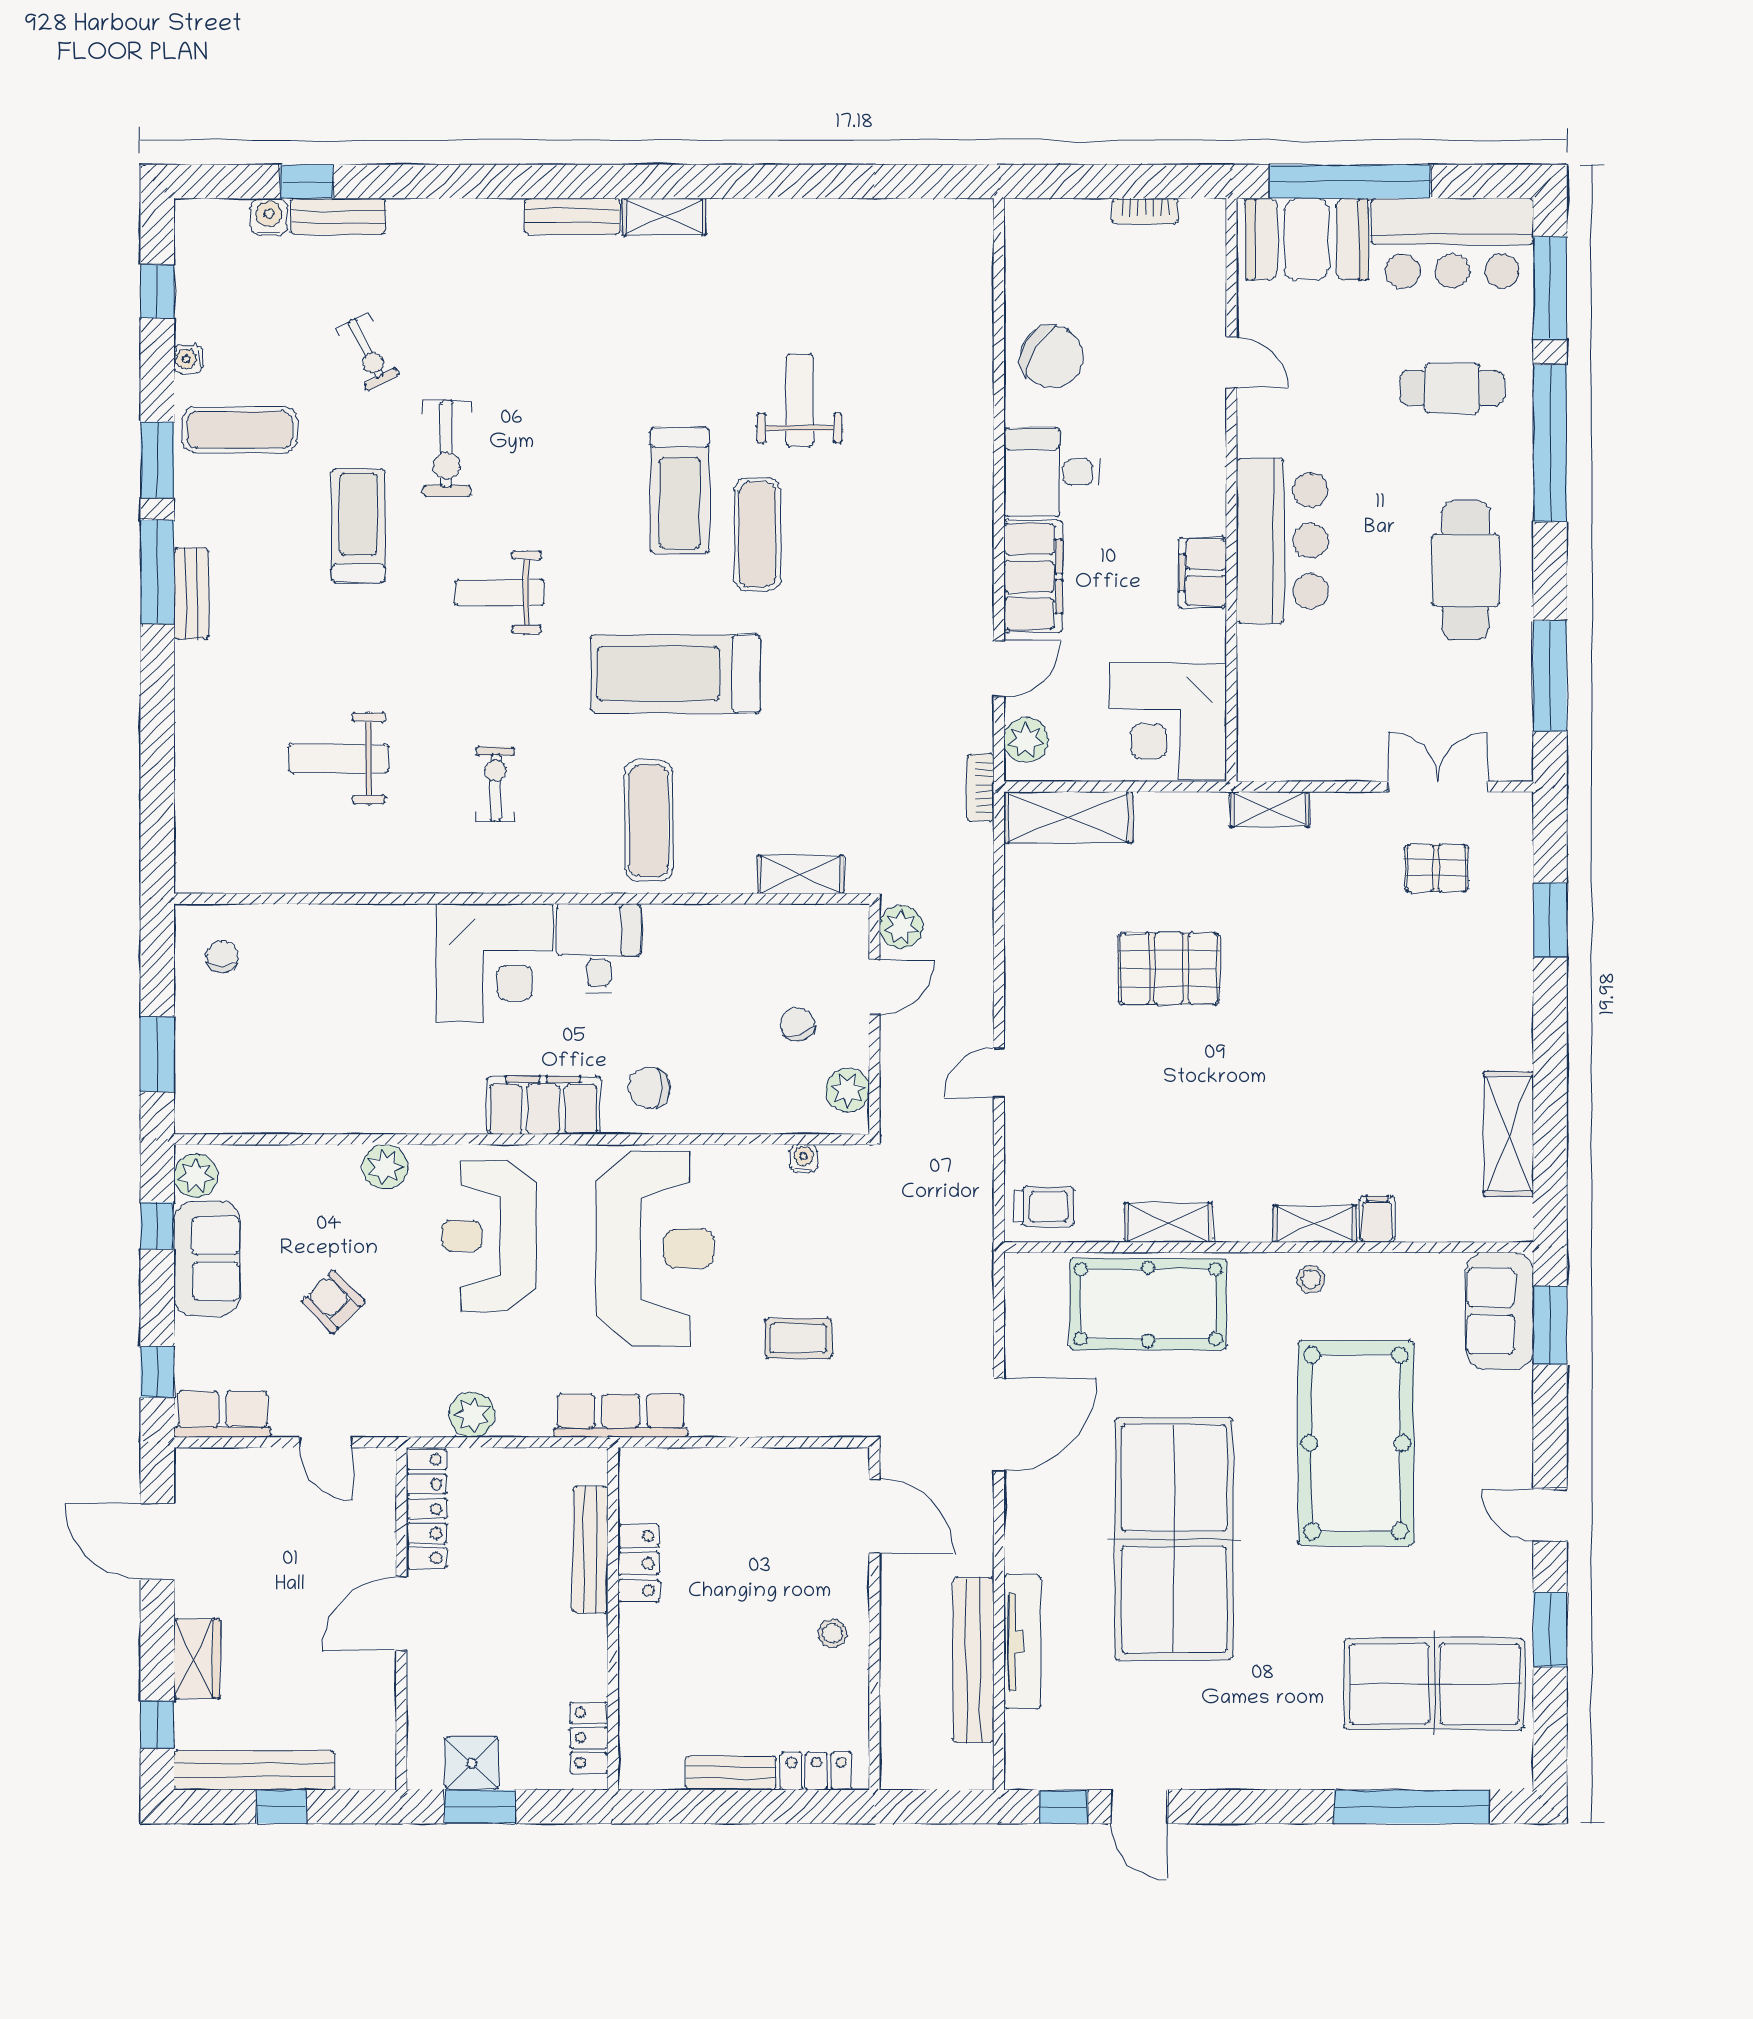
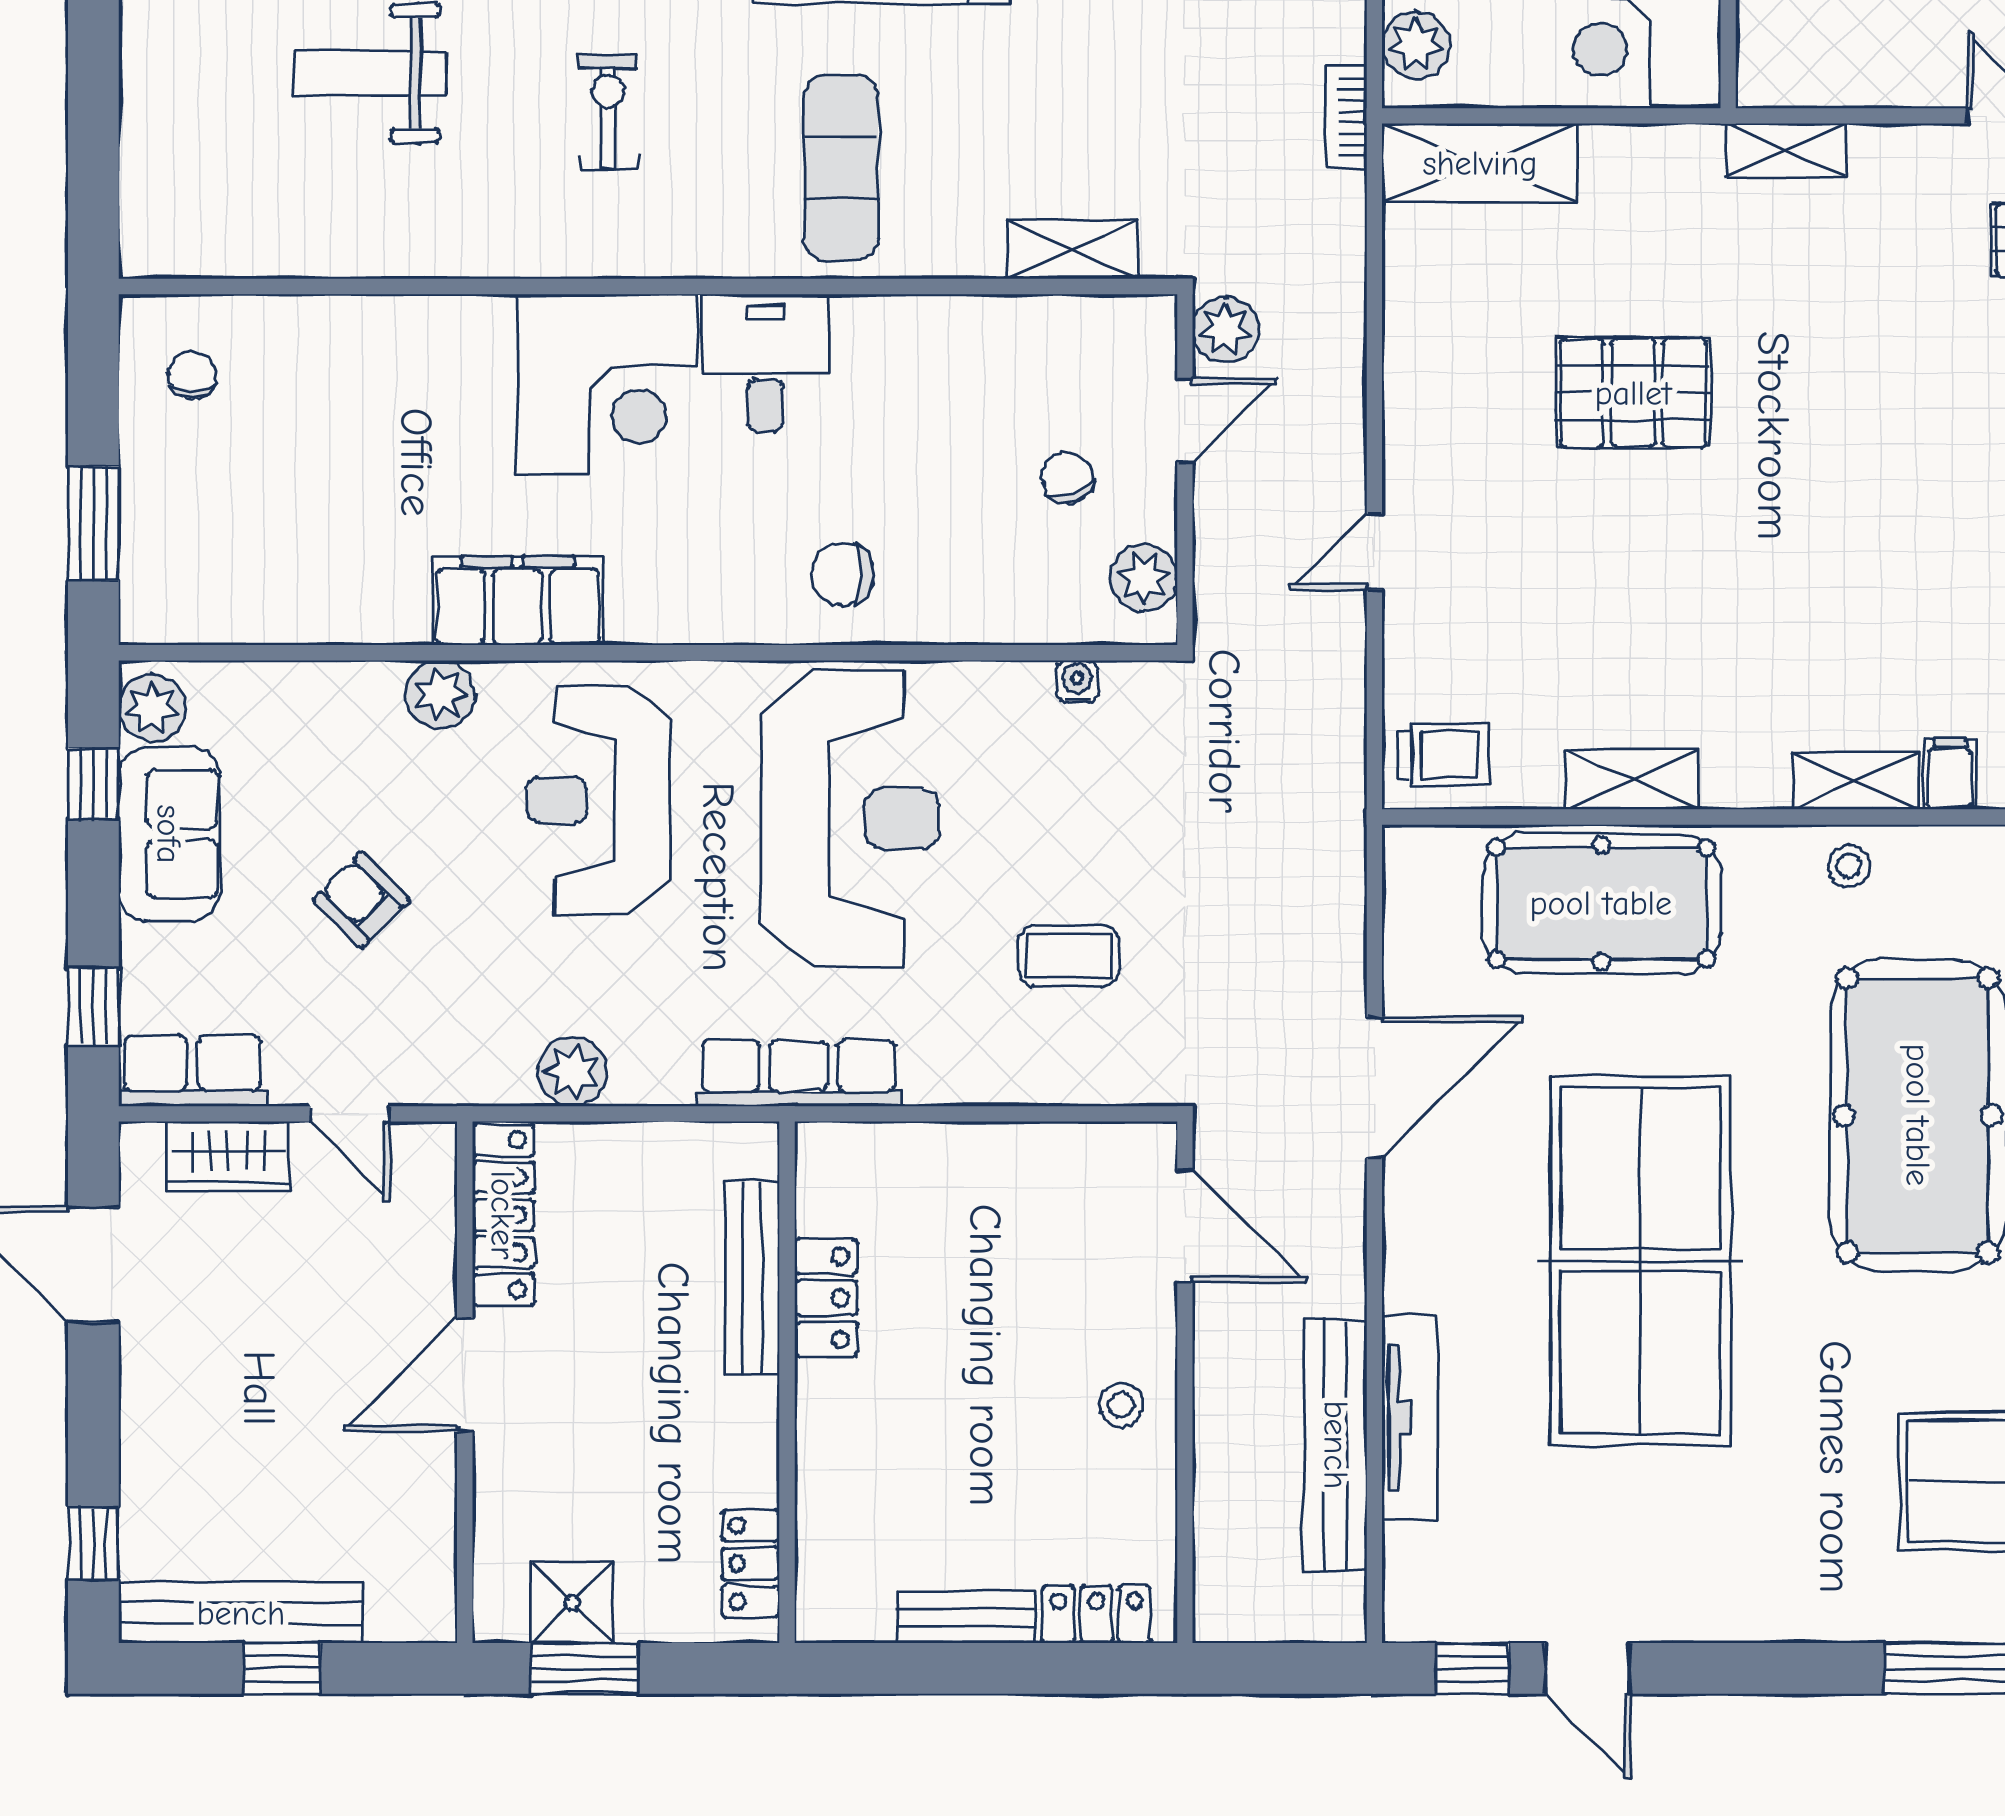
filing cabinet: (543, 1105) -> (518, 601), moved
wardrobe: (197, 1659) -> (228, 1157), moved, turned 90

